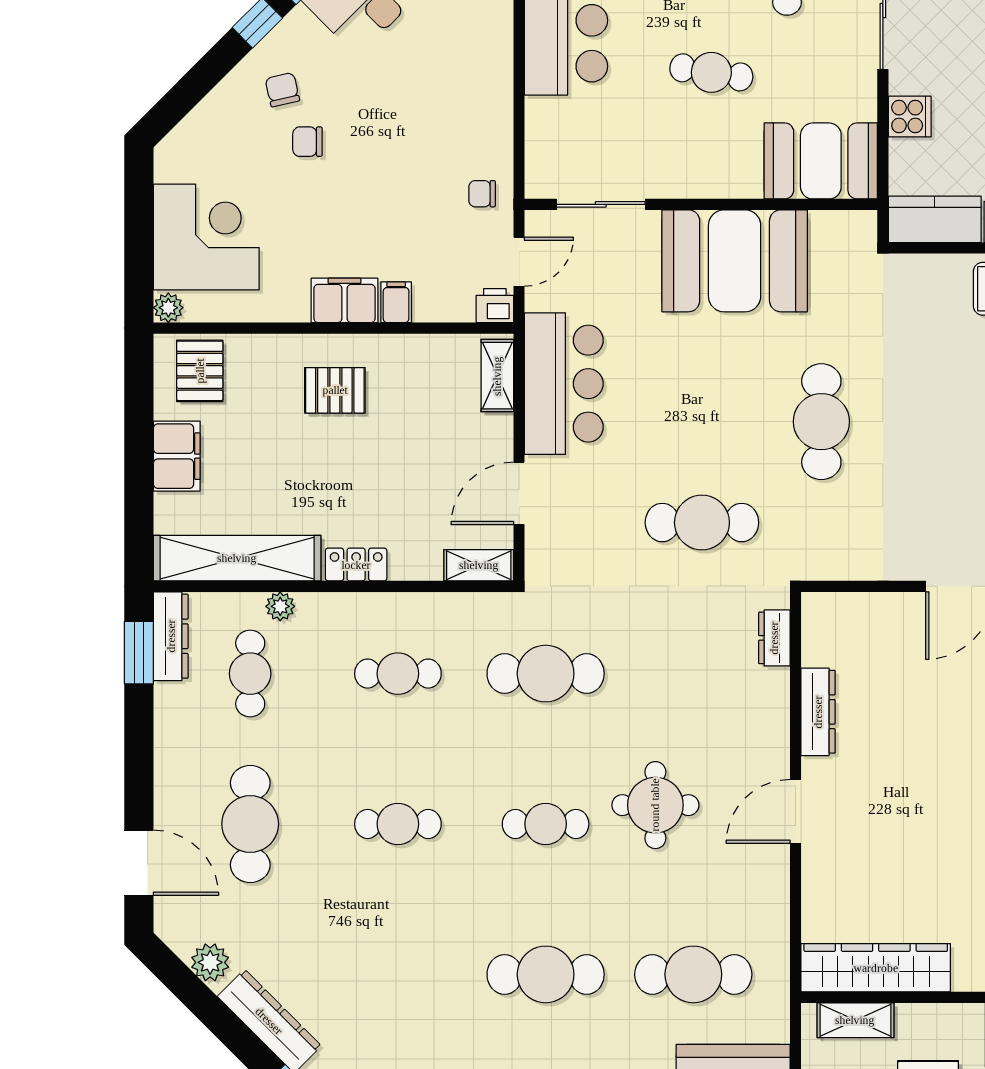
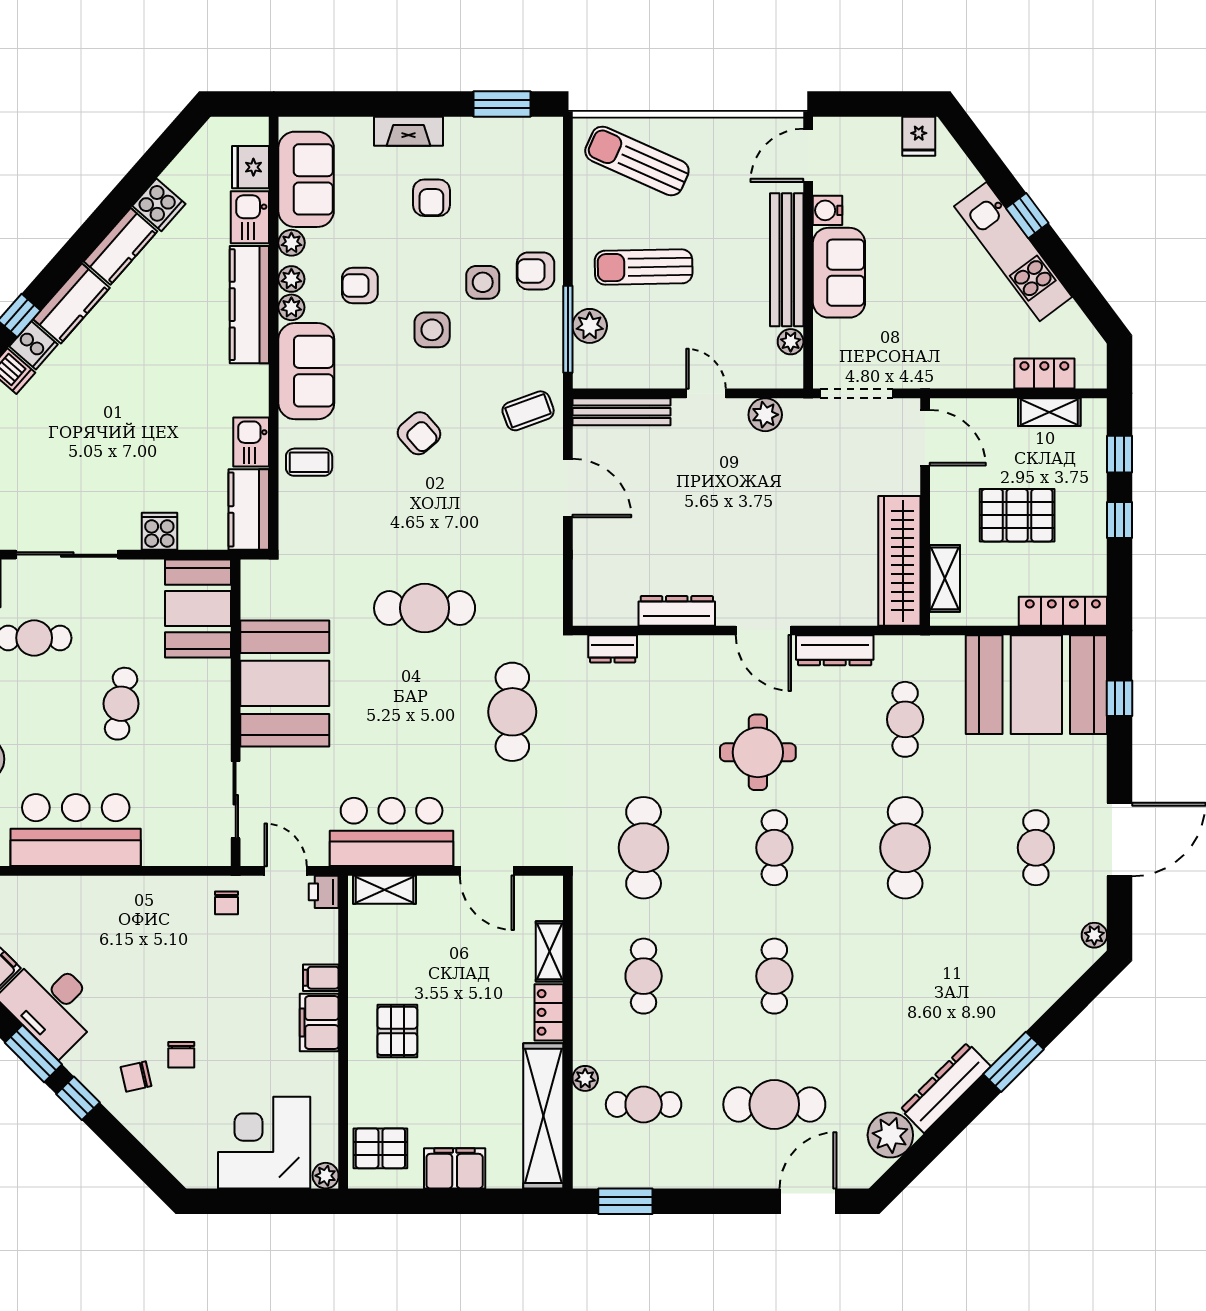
shelving: (479, 565) -> (549, 951), moved
dresser: (171, 636) -> (835, 650), moved, turned 180
plant: (210, 962) -> (890, 1135), width x1.36, depth x1.36
cafe table: (693, 974) -> (905, 719), width x0.73, depth x0.74

